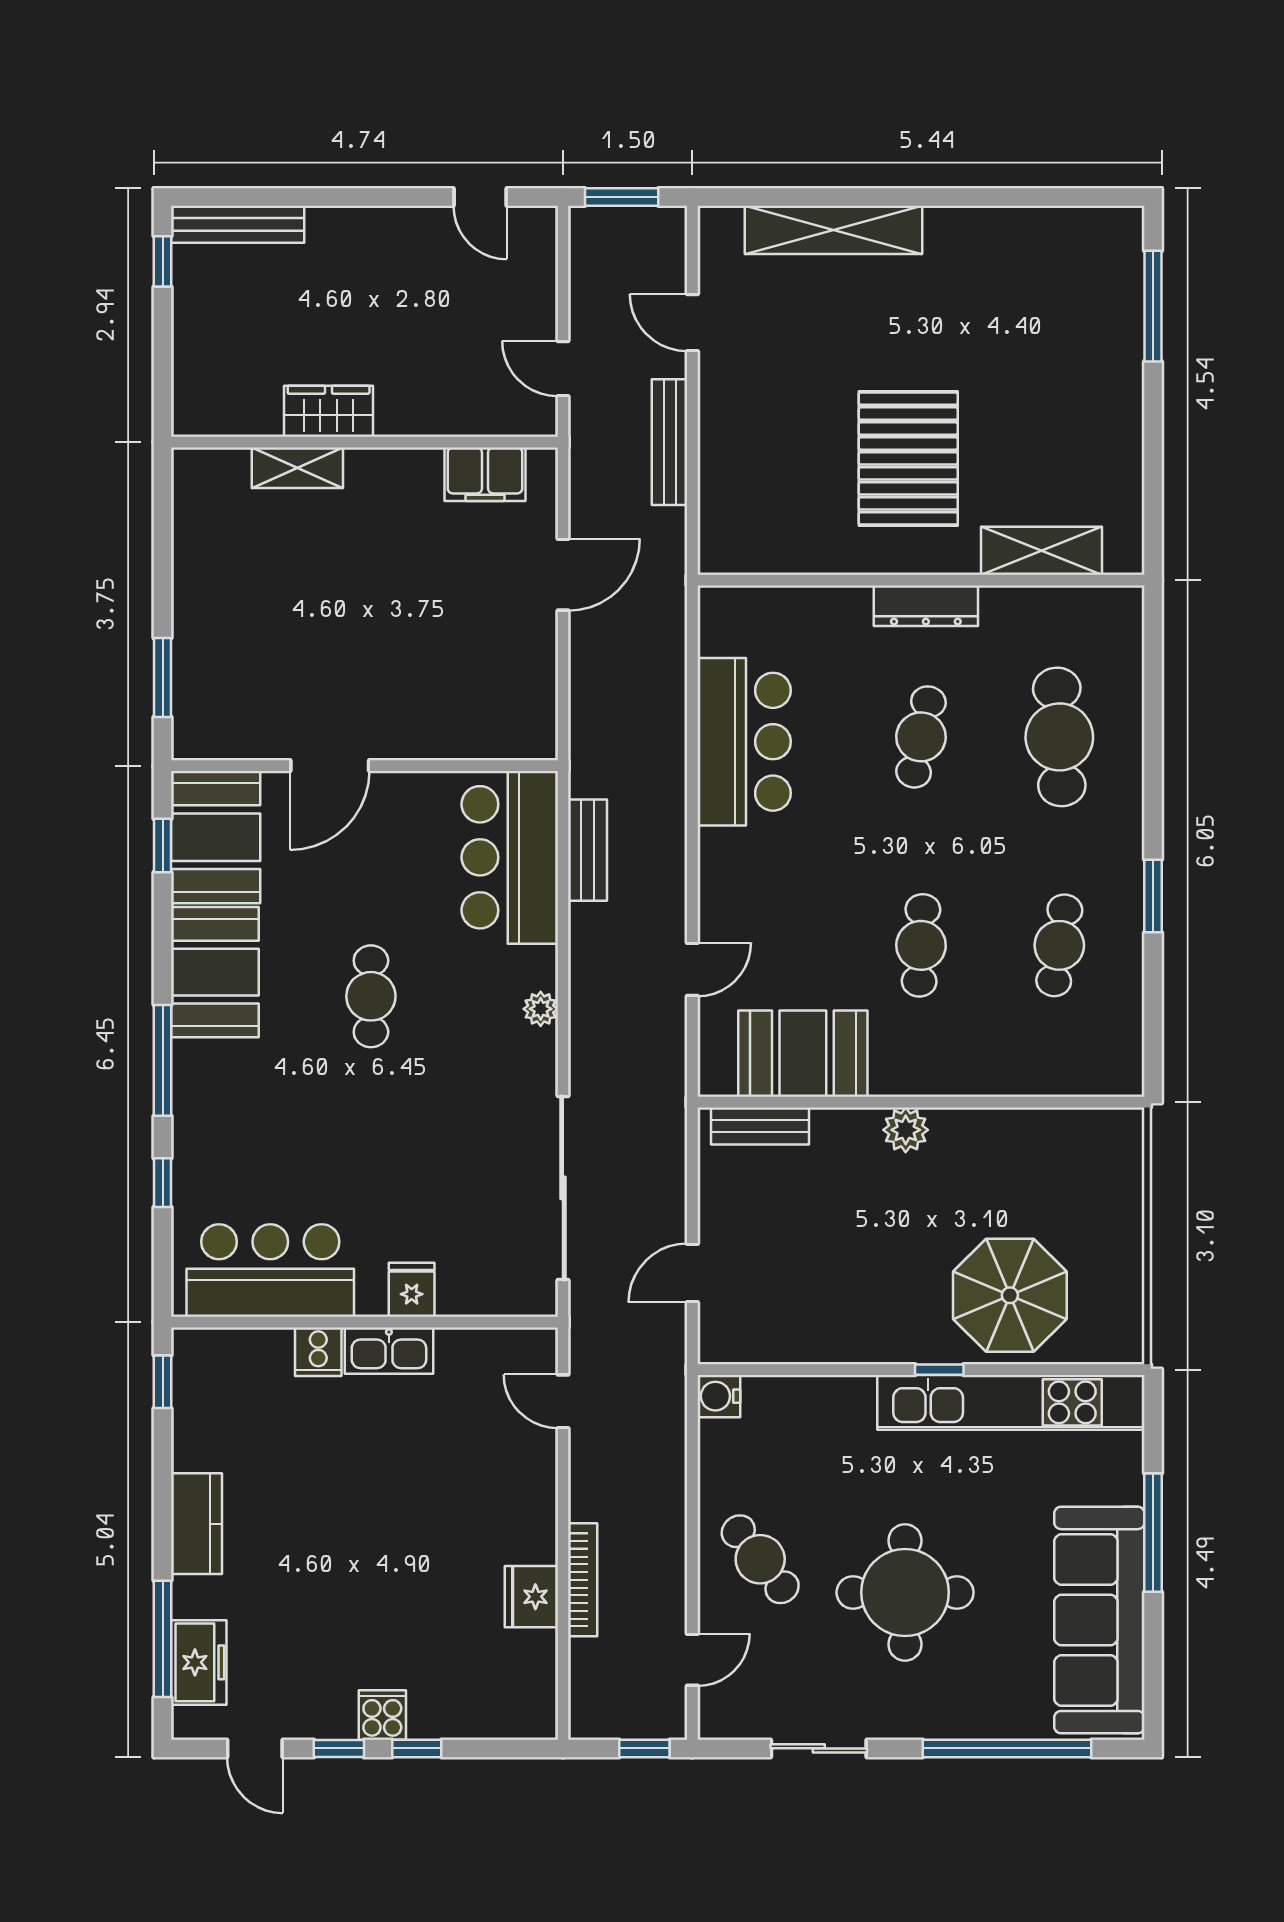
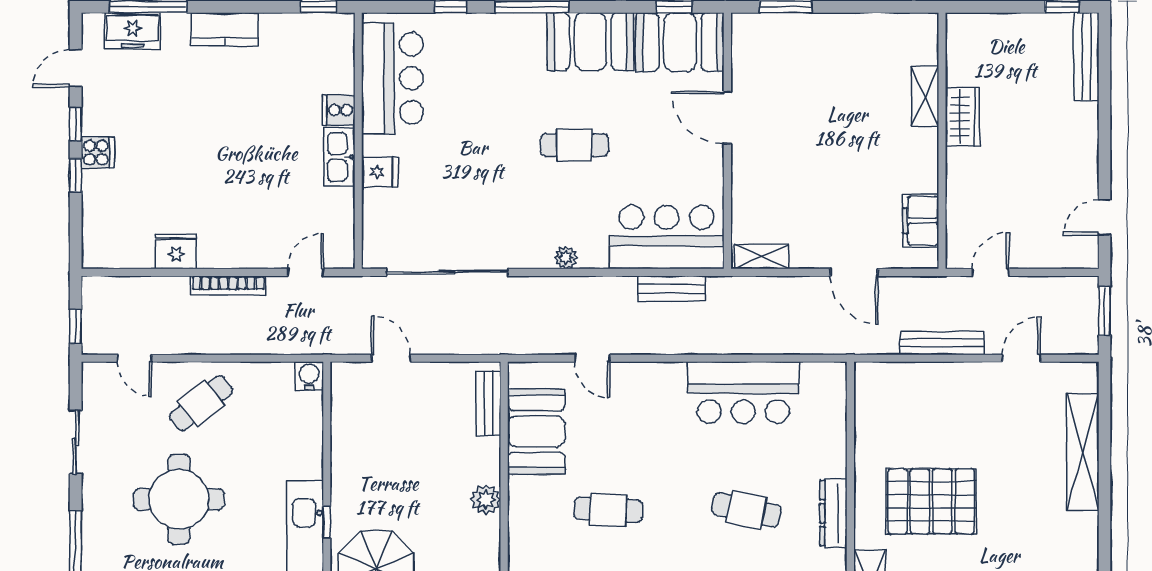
shelving: (539, 714) -> (762, 257), added
bookcase: (583, 1580) -> (228, 285), moved

